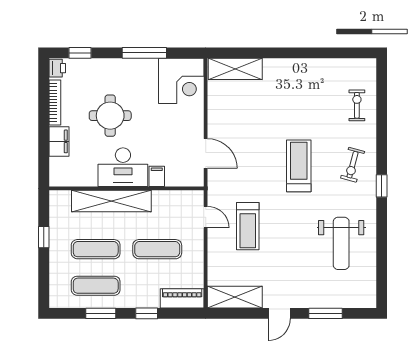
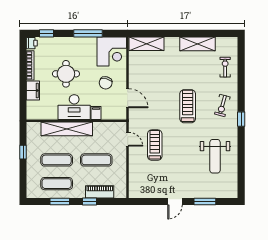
chair: (172, 130) -> (106, 83), added
treadmill: (248, 226) -> (155, 145), turned 180
shelving: (235, 297) -> (198, 44), moved
piano: (182, 298) -> (100, 192), moved

